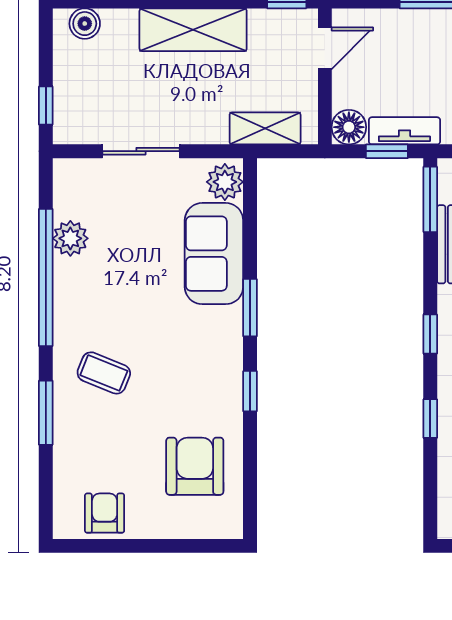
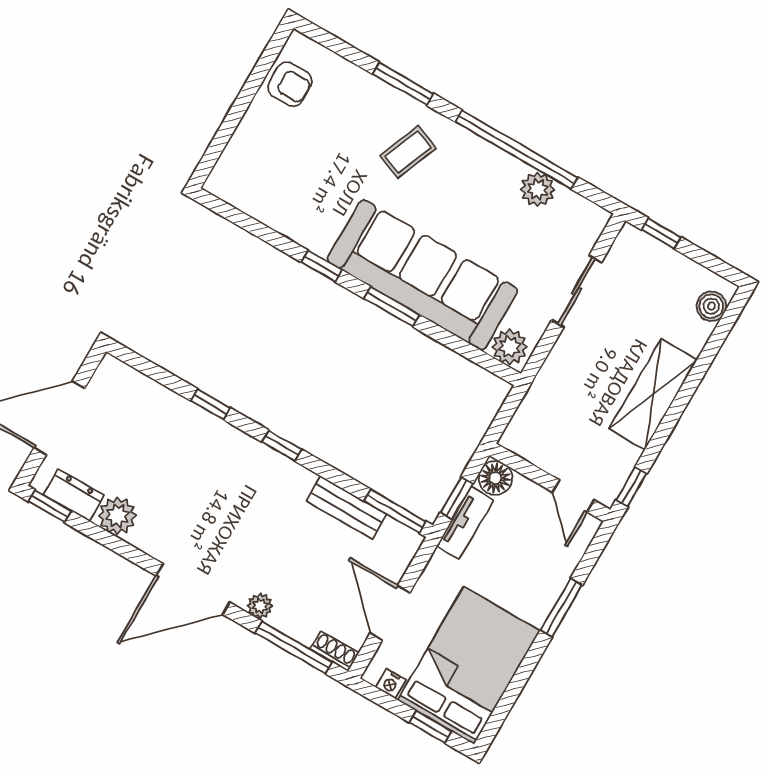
shelving: (265, 128) -> (535, 407), removed
sofa: (214, 254) -> (422, 275), width x1.85, depth x1.27
armchair: (195, 466) -> (285, 183), removed

